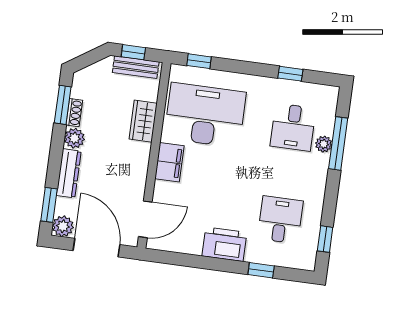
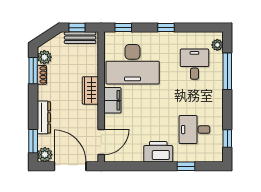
window: (290, 74) -> (166, 28), moved
desk: (205, 115) -> (133, 64), turned 180
wardrobe: (143, 121) -> (90, 90), moved
desk: (293, 127) -> (194, 64), turned 180
plant: (74, 138) -> (44, 57), moved
plant: (324, 144) -> (217, 45), moved
desk: (280, 220) -> (194, 130), turned -90

